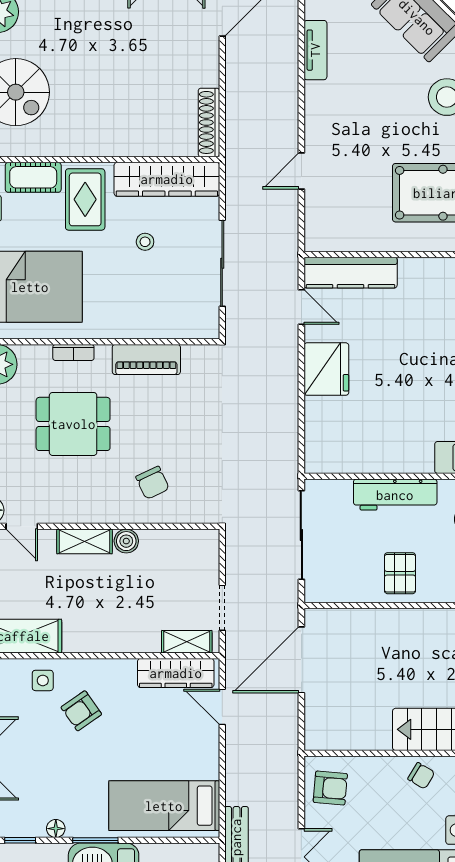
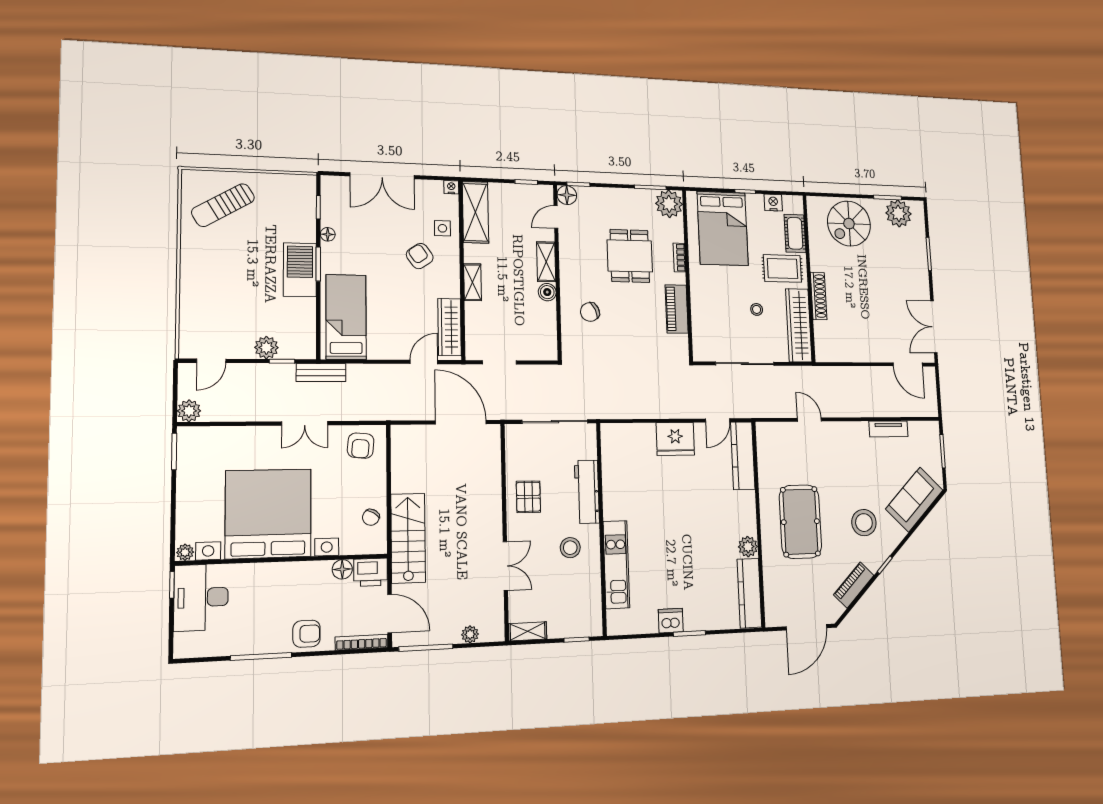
shoe rack: (209, 122) -> (819, 296), moved, turned 90
pallet: (400, 573) -> (528, 497), turned 90
shelving: (187, 642) -> (472, 282), moved

